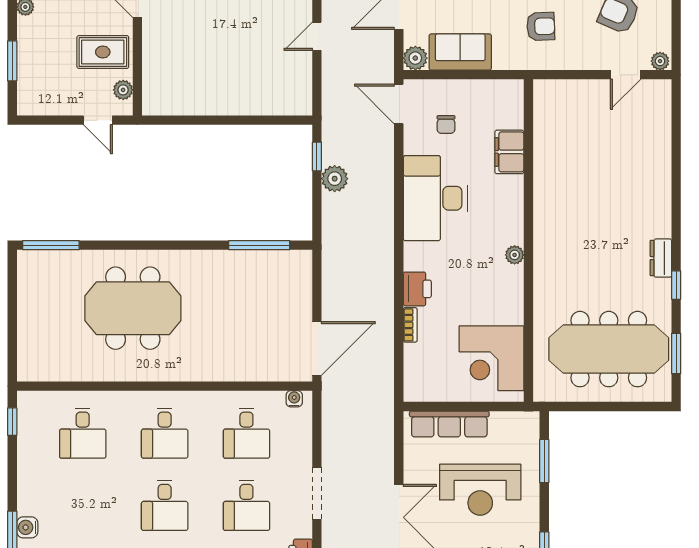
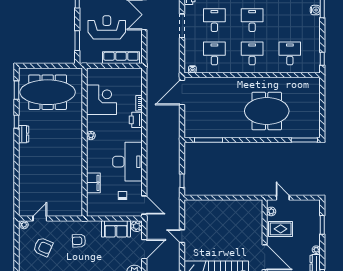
door: (317, 36) -> (182, 236), swing flipped
plant: (335, 179) -> (174, 171), removed
corner desk: (492, 358) -> (102, 100), moved

